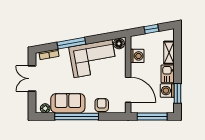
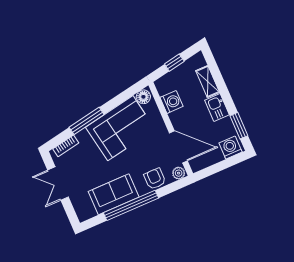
washing machine: (167, 91) -> (230, 147), moved, turned 90
plant: (45, 108) -> (179, 173), moved
window: (152, 116) -> (221, 166), removed

